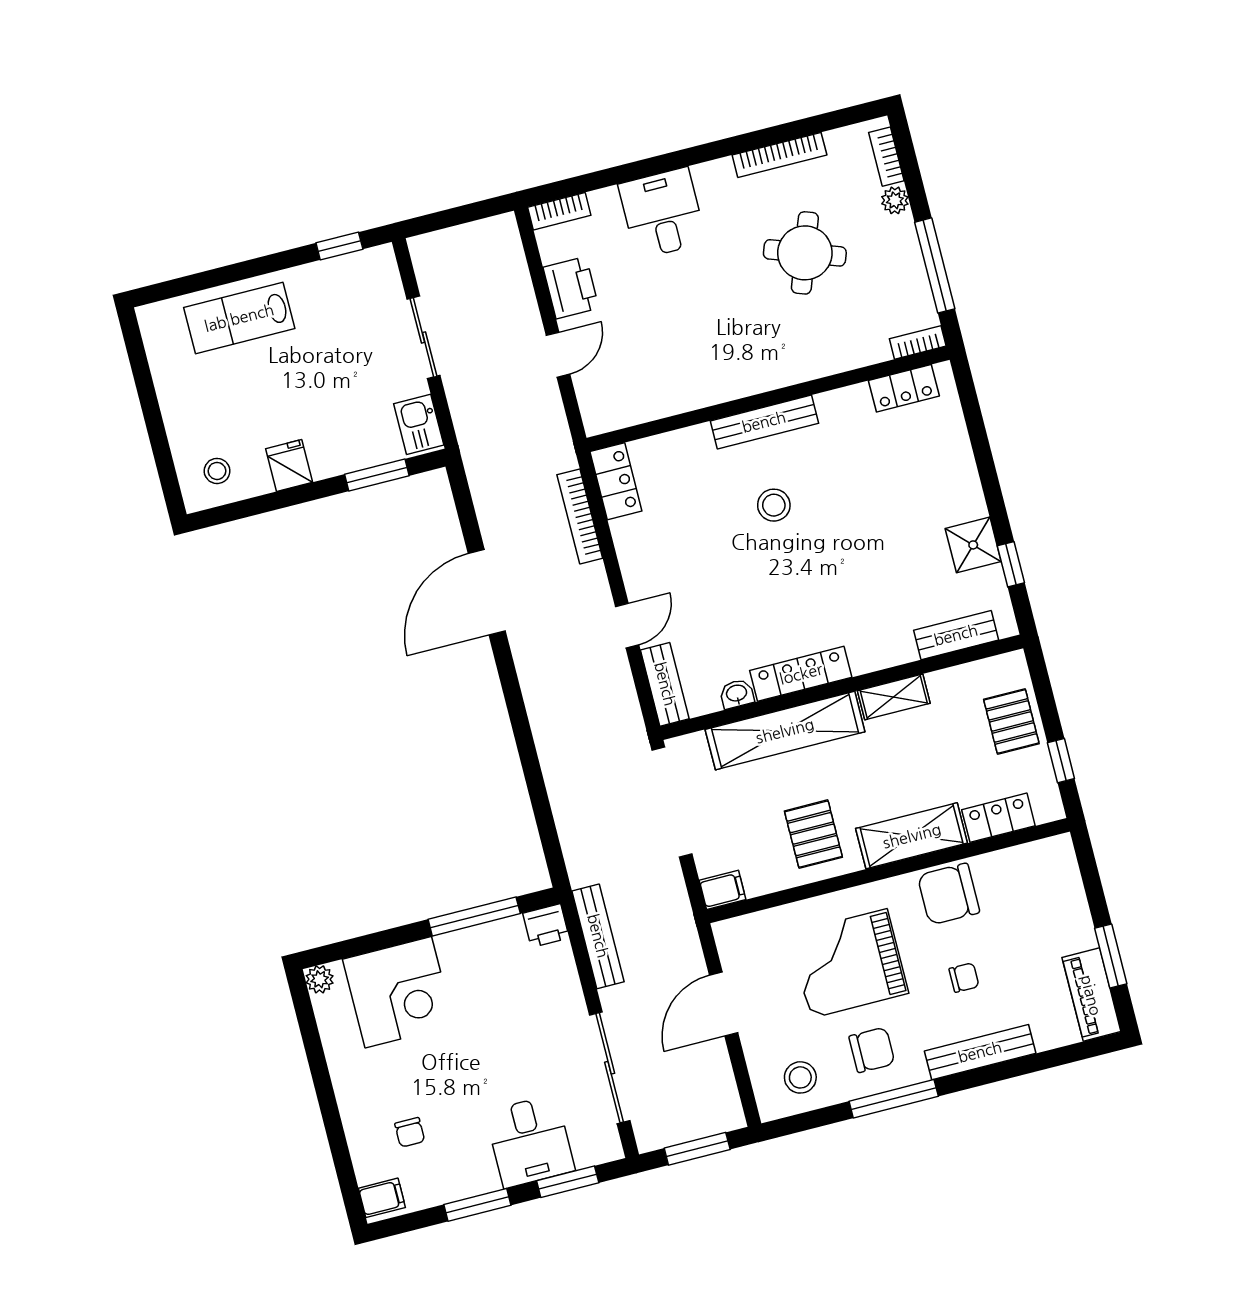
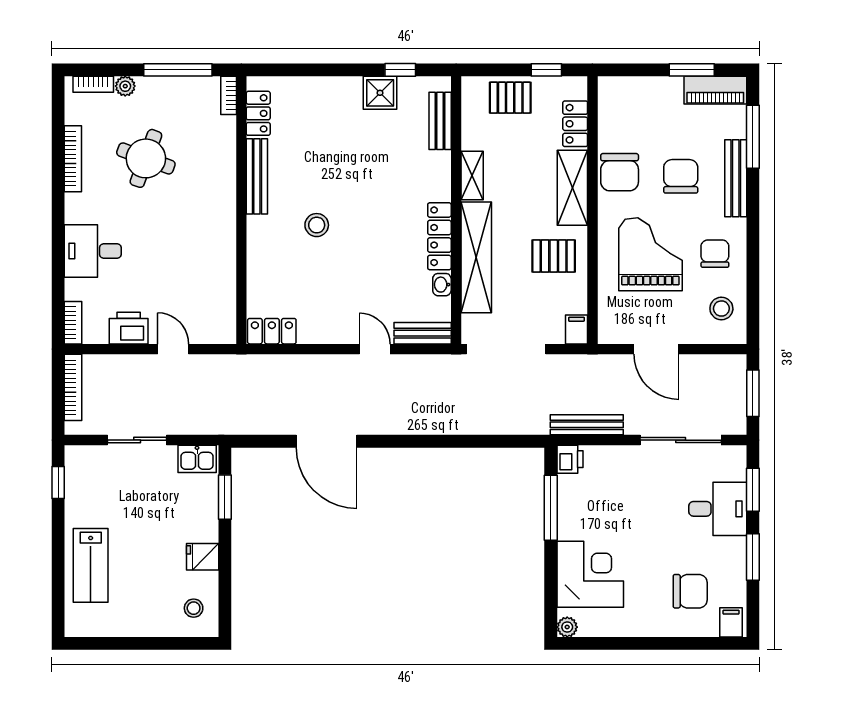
bench: (764, 422) -> (257, 176), moved
bookcase: (580, 516) -> (73, 387), moved, turned -90
grand piano: (849, 963) -> (650, 254), turned 180
chair: (964, 978) -> (681, 176), width x1.87, depth x1.87
window: (894, 1099) -> (753, 137), moved
chair: (410, 1132) -> (690, 591), width x1.87, depth x1.87

